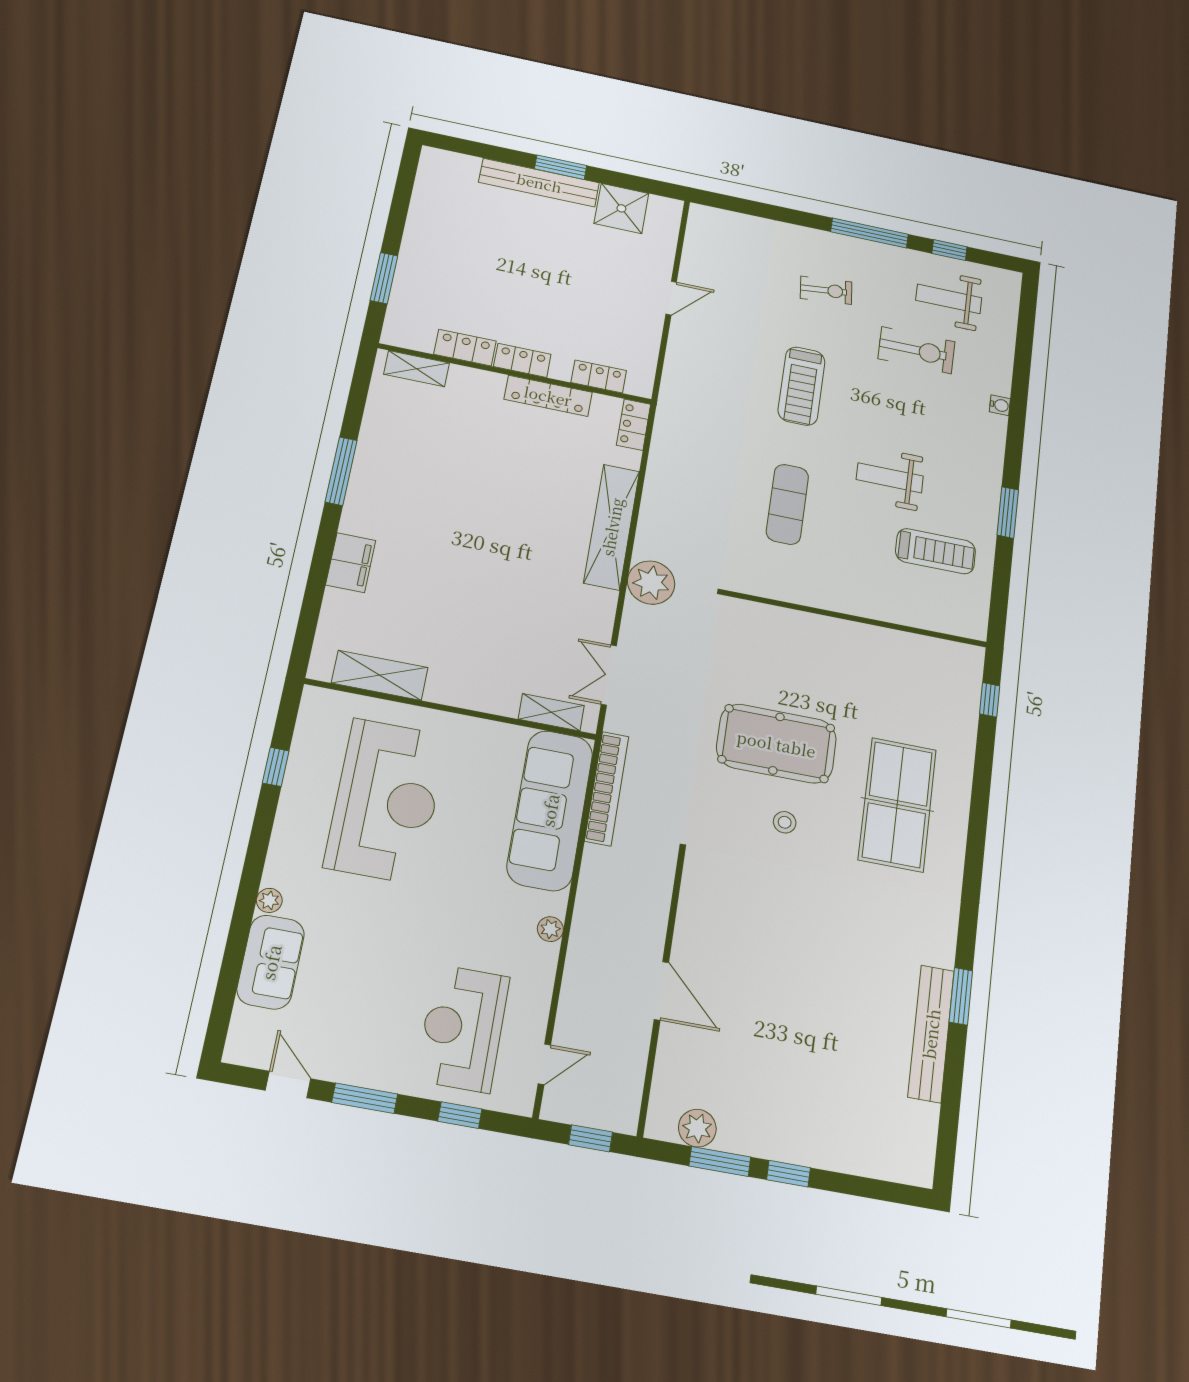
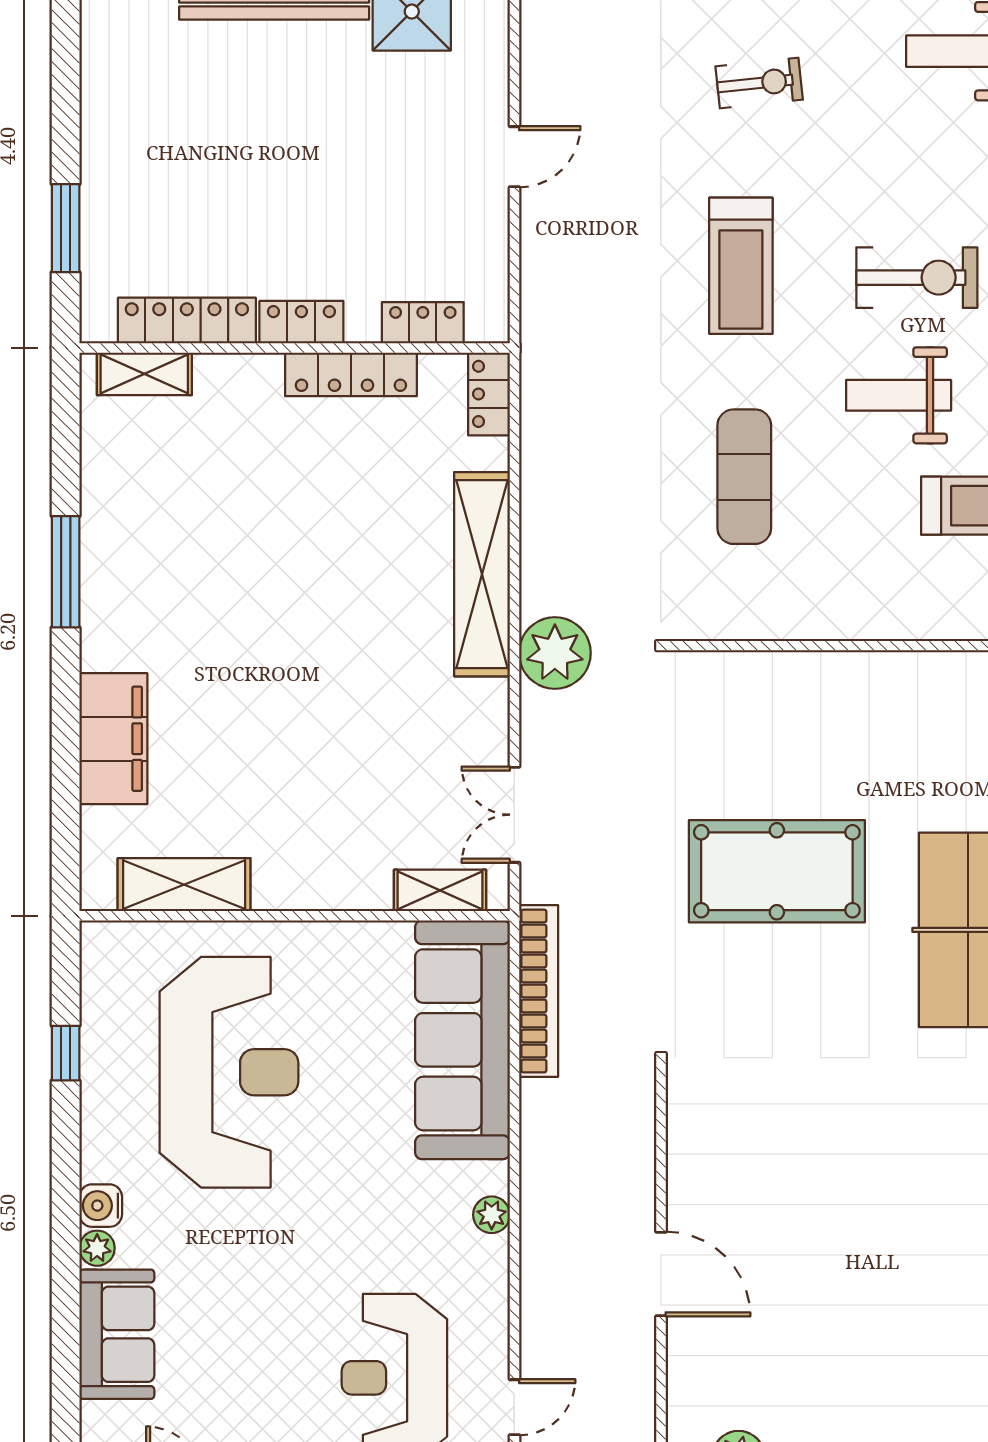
locker: (465, 348) -> (187, 321), width x1.53
exercise bike: (917, 350) -> (917, 278), moved
filing cabinet: (351, 563) -> (113, 739), width x1.50, depth x1.17
stool: (785, 822) -> (804, 991), removed
water cooler: (278, 872) -> (101, 1206), added

